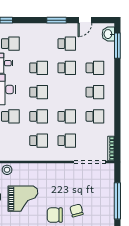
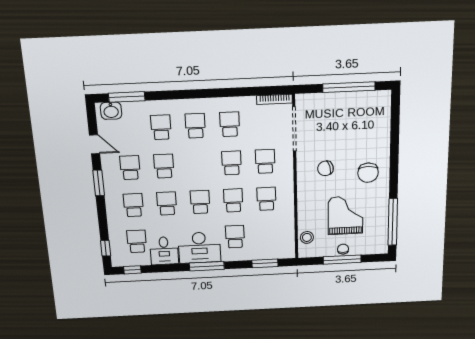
school desk: (39, 44) -> (133, 205), added
chair: (76, 211) -> (325, 168), moved

